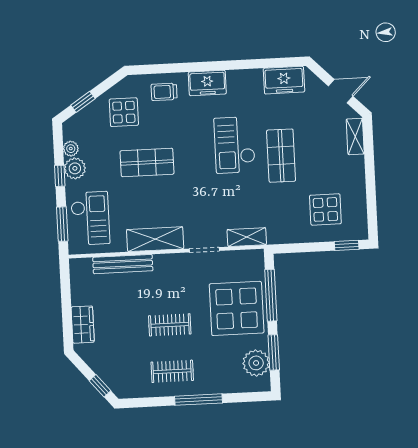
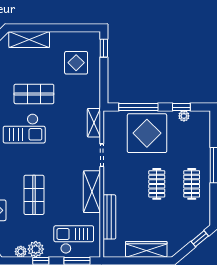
shelving: (355, 137) -> (29, 40), width x1.50, depth x1.33
wardrobe: (83, 325) -> (146, 249), width x1.50
window: (274, 352) -> (181, 107), width x0.67
plant: (256, 363) -> (184, 116), width x0.53, depth x0.53

